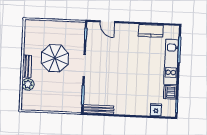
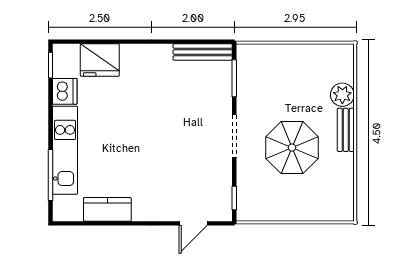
door: (107, 22) -> (193, 223), swing flipped
fridge: (156, 110) -> (100, 60), width x1.88, depth x1.34

